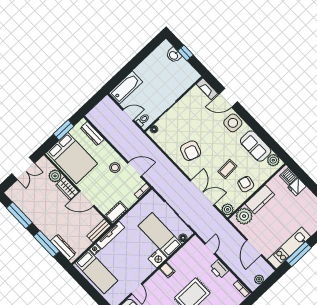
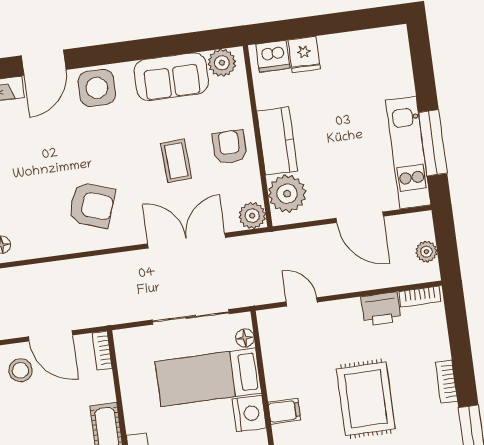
door: (135, 169) -> (51, 336), swing flipped
armchair: (246, 184) -> (229, 147), turned 77
printer: (219, 269) -> (381, 309), moved

